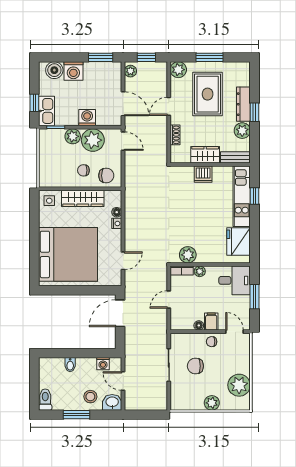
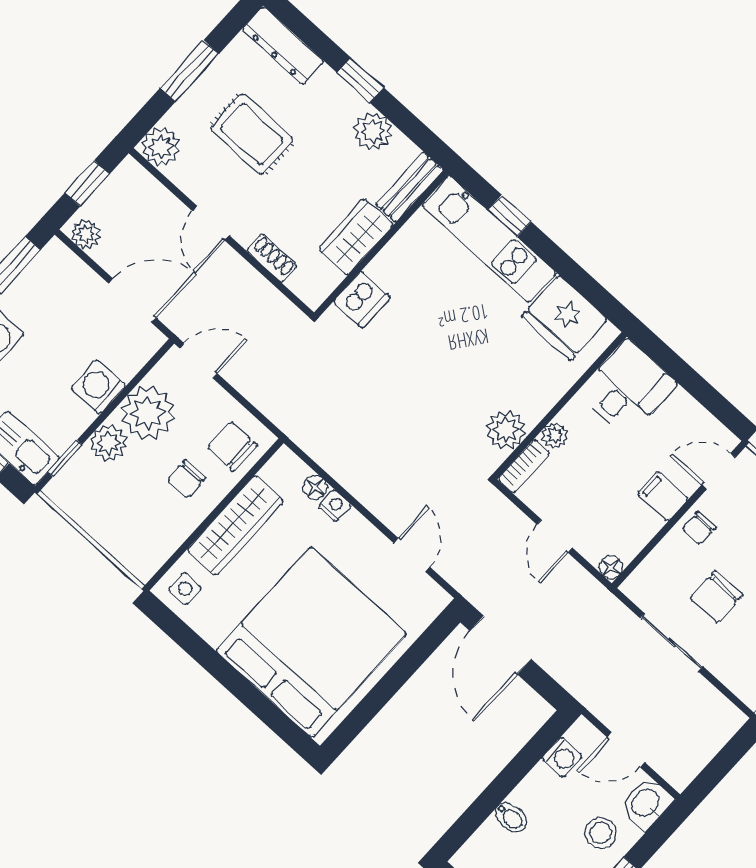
rug: (208, 94) -> (252, 134), width x0.73, depth x0.70
dresser: (243, 104) -> (283, 45), moved
dishwasher: (203, 174) -> (362, 300), moved
chair: (106, 176) -> (233, 447), turned -90
window: (254, 297) -> (688, 379), removed
floor lamp: (199, 325) -> (611, 567), moved

